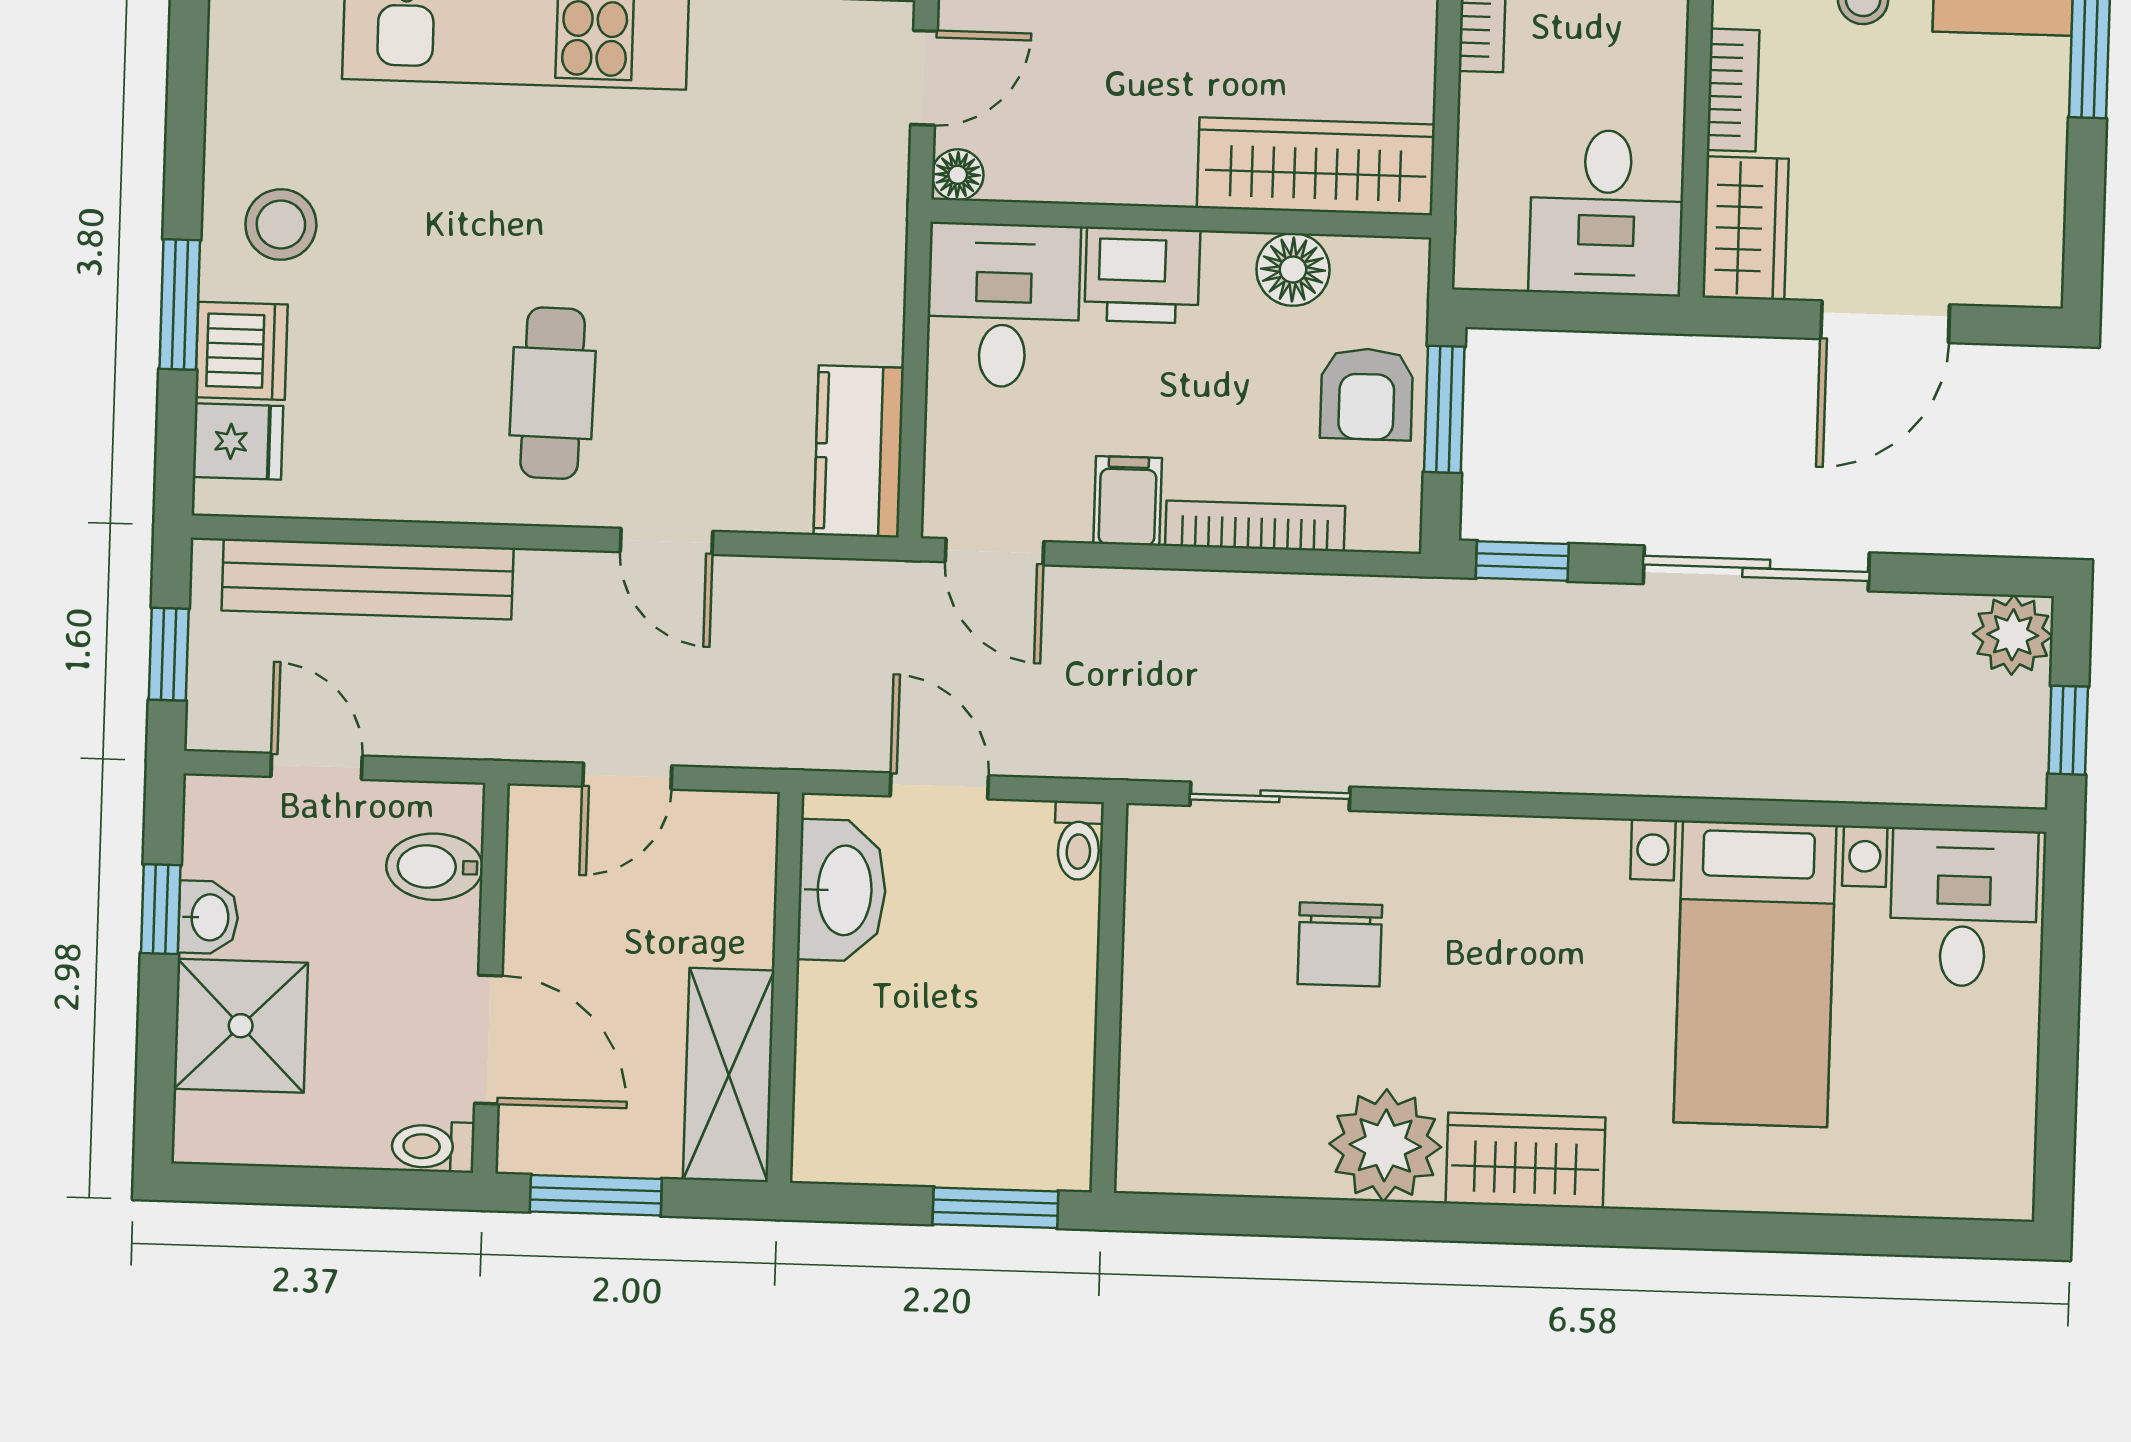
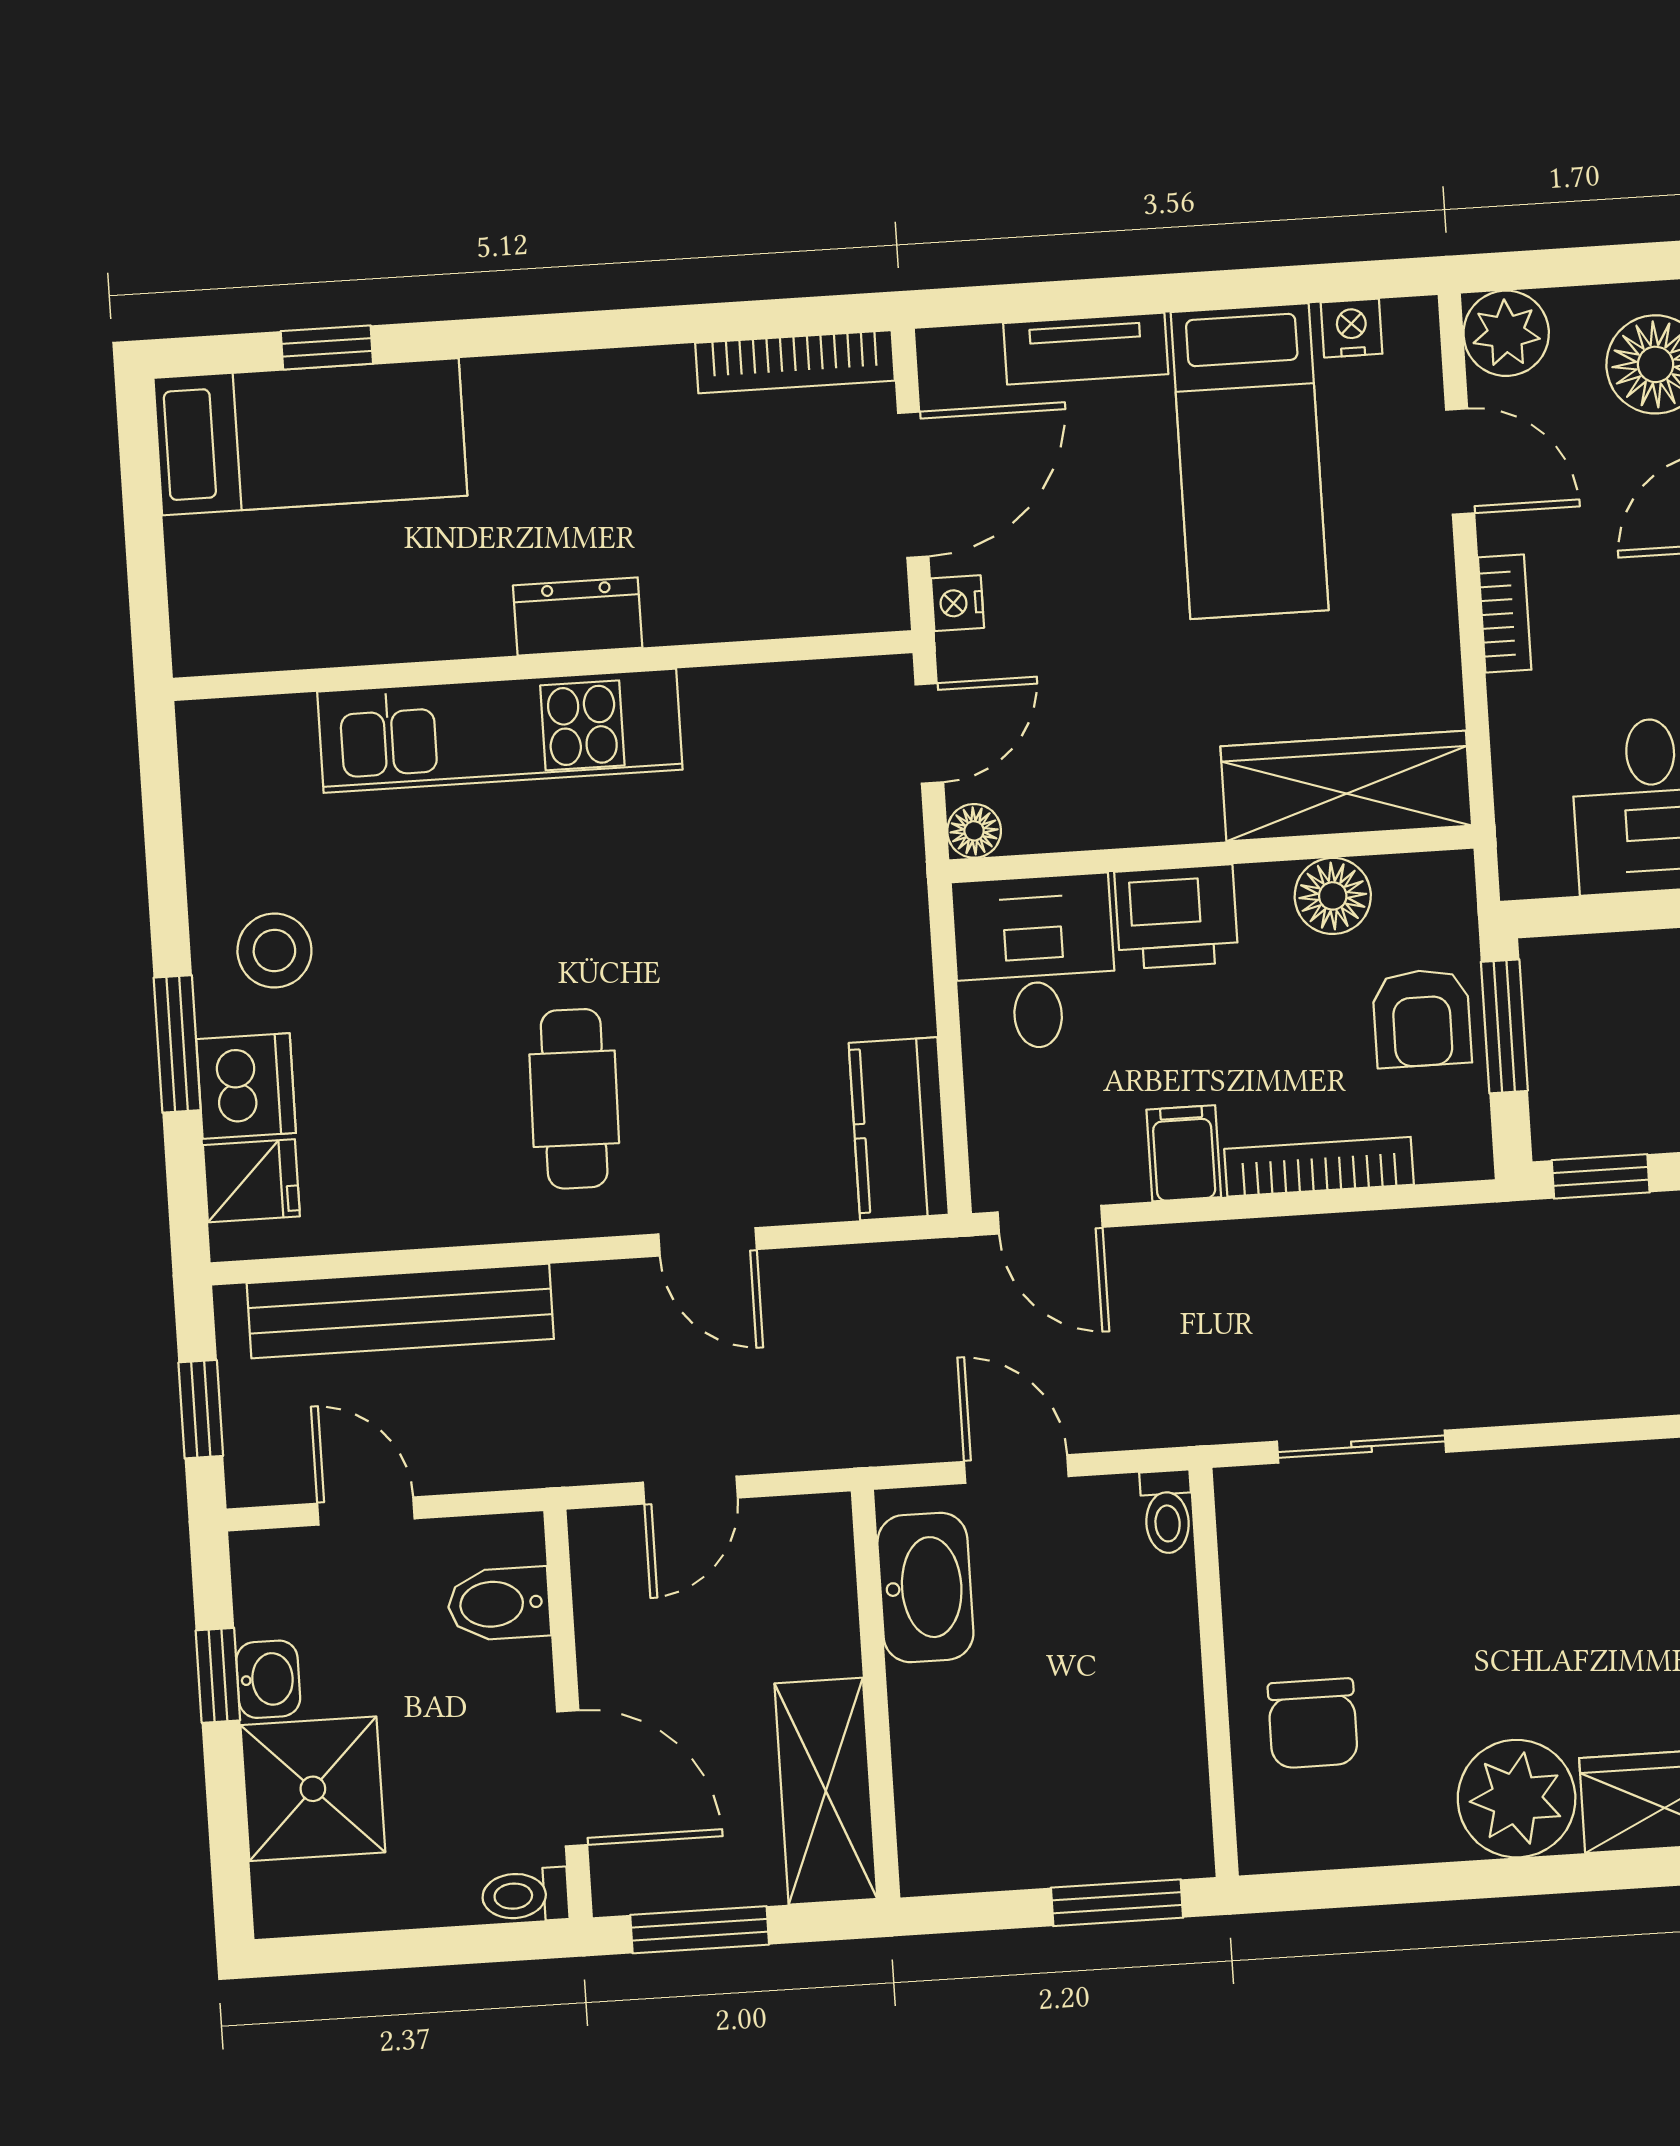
chair: (1340, 944) -> (1313, 1723), moved

